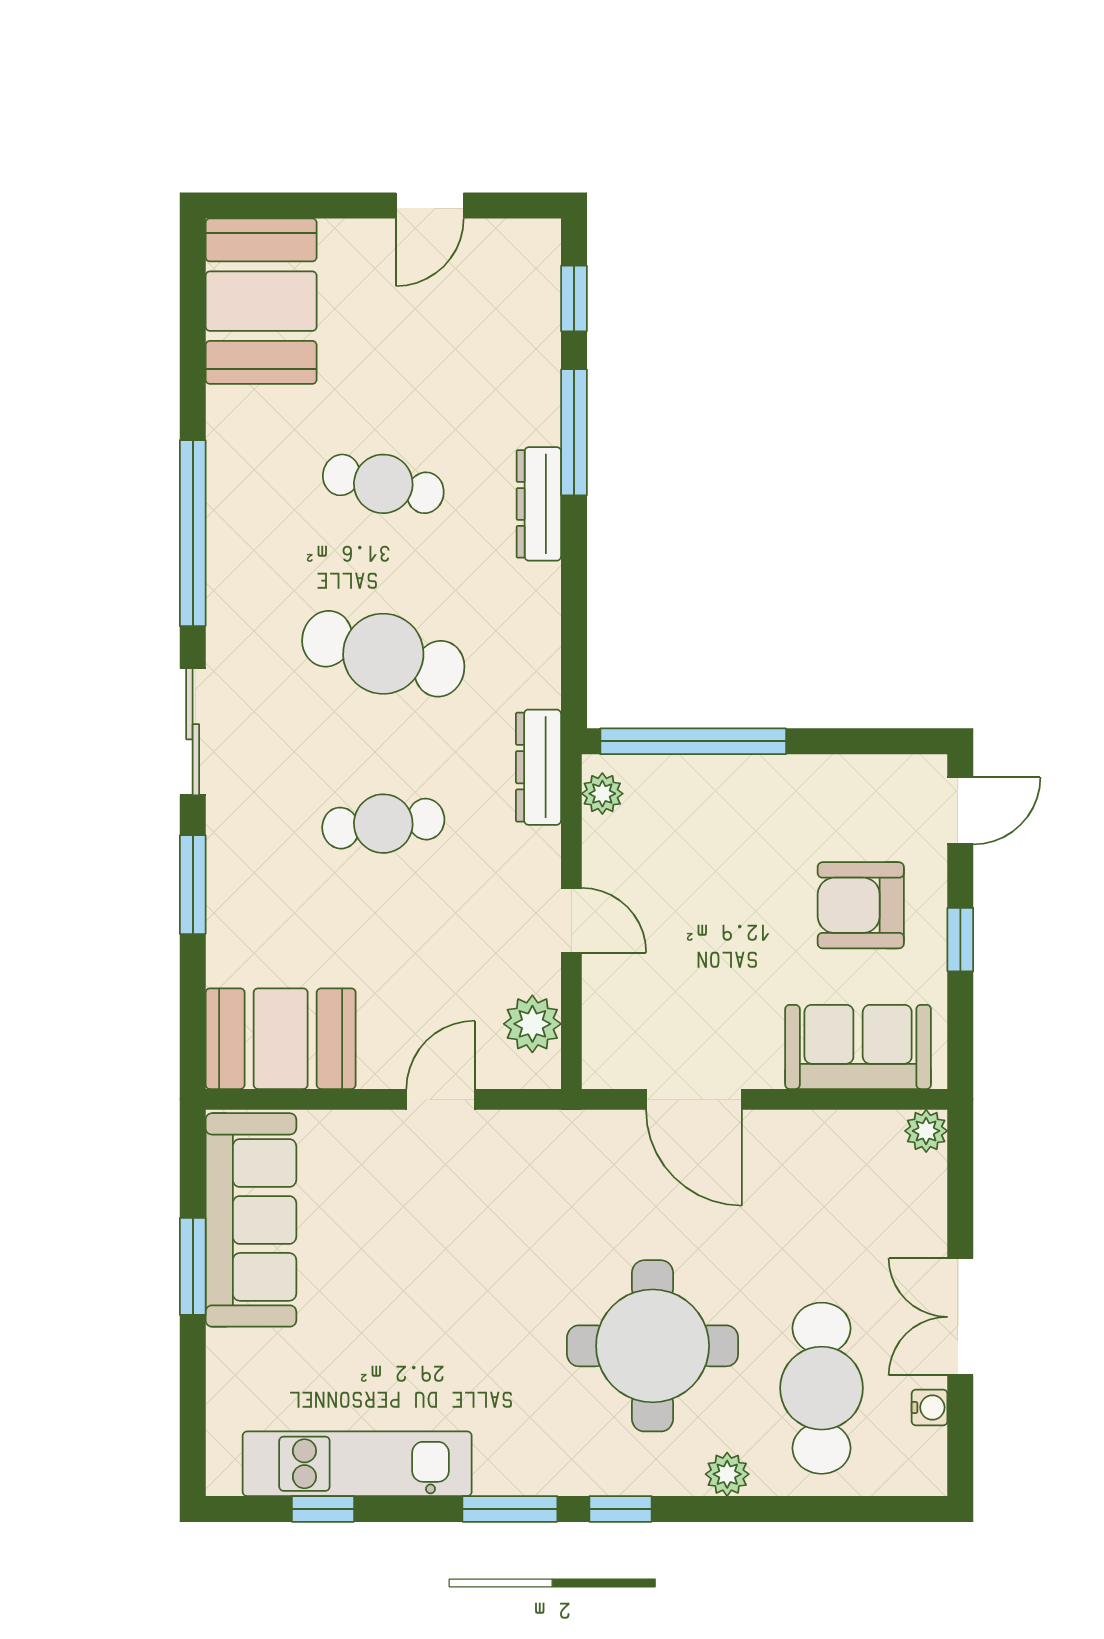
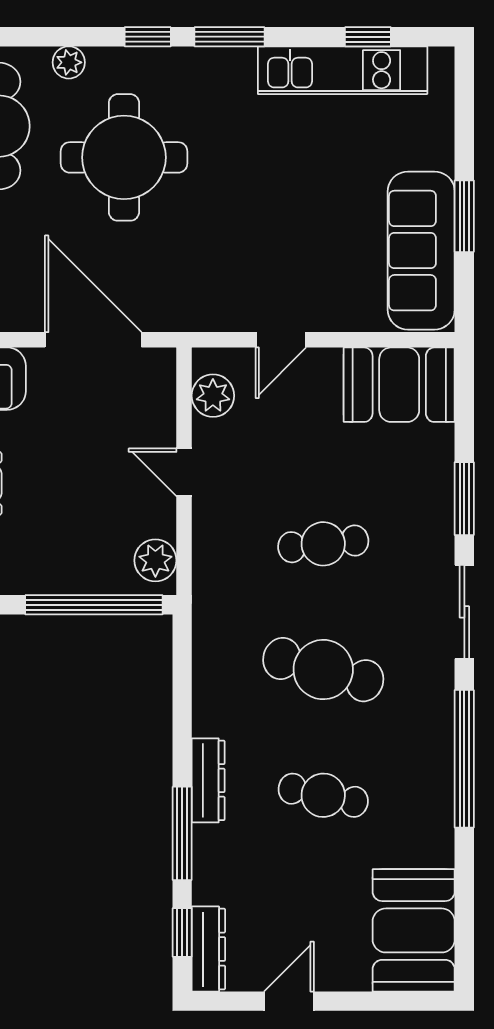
dresser: (538, 767) -> (208, 949), moved
plant: (602, 794) -> (155, 560), width x1.38, depth x1.38
door: (694, 1099) -> (93, 340), width x1.36

